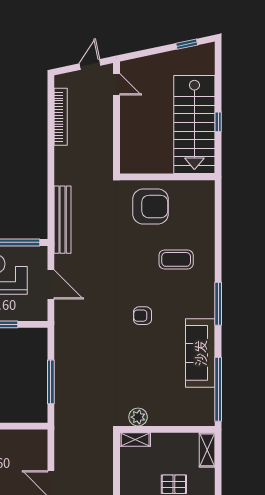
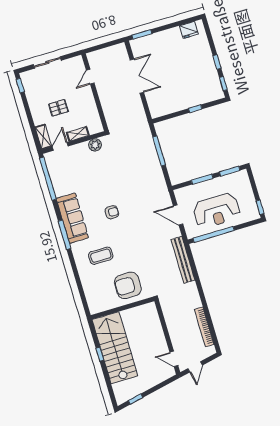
sofa: (200, 353) -> (72, 218), moved
door: (187, 429) -> (60, 146), added
shelving: (135, 440) -> (78, 134), moved

